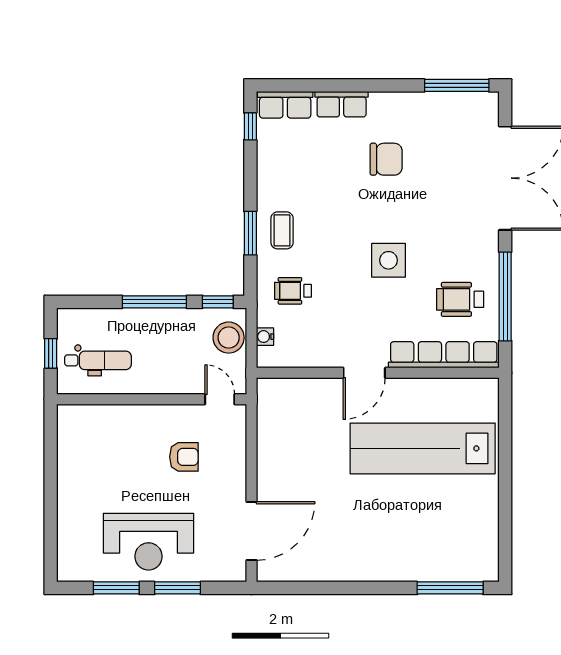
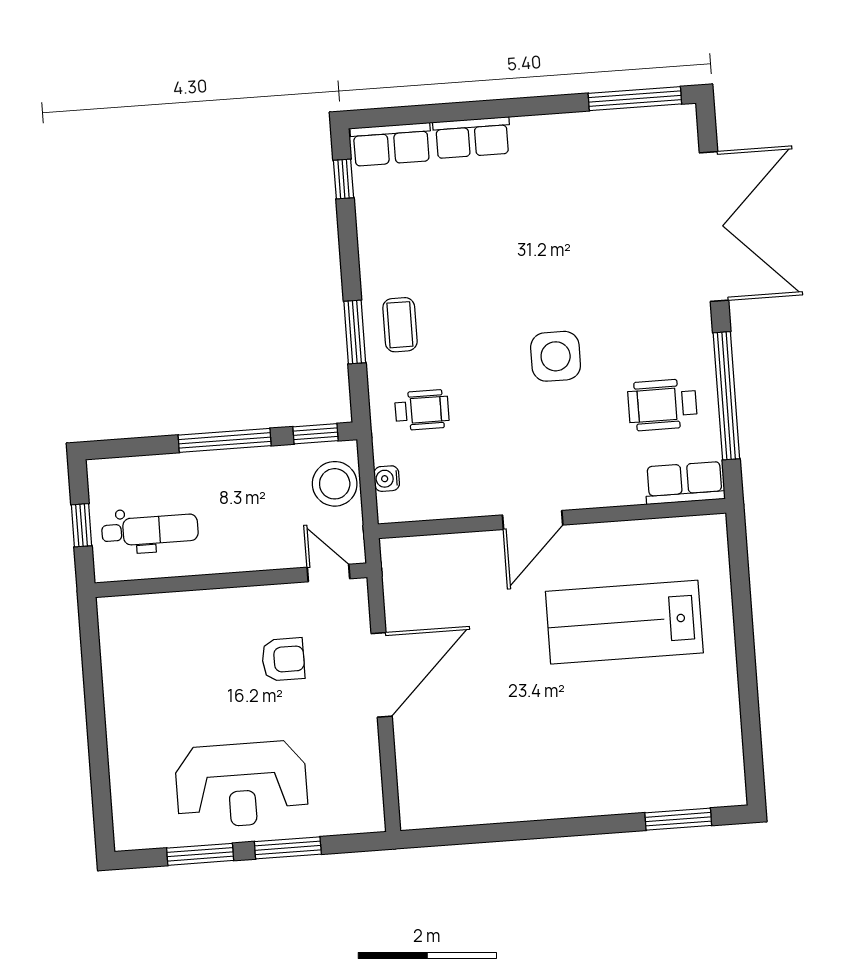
chair: (386, 159) -> (542, 212), removed
wheelchair: (293, 291) -> (422, 410), turned 180
row of seats: (444, 355) -> (685, 483), width x0.50
lab bench: (423, 448) -> (624, 622), width x0.73
door: (251, 531) -> (382, 675), moved
window: (450, 588) -> (678, 819), width x0.69

